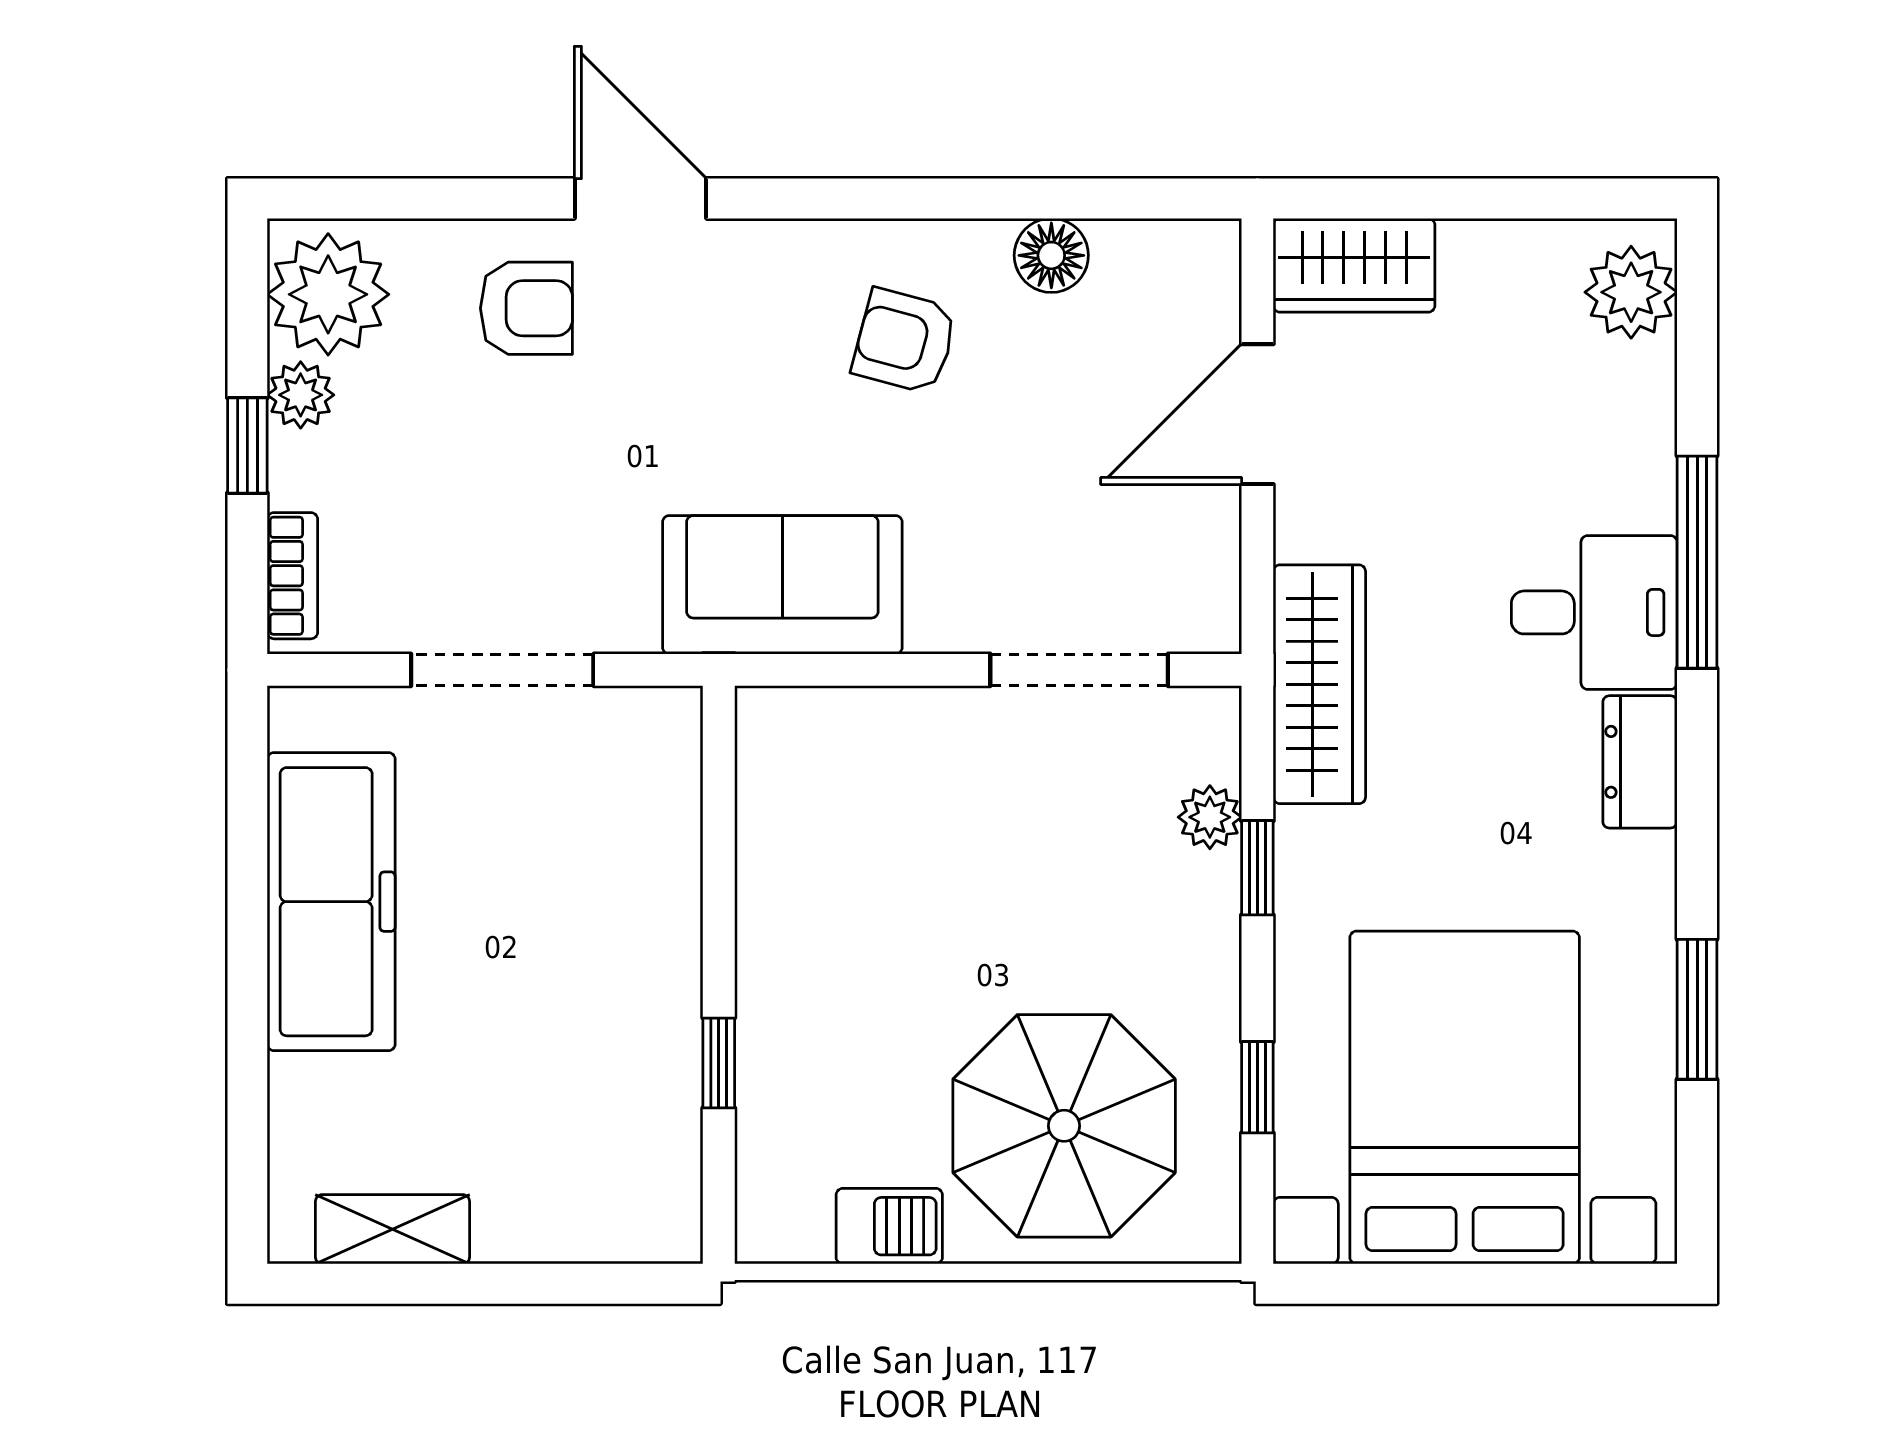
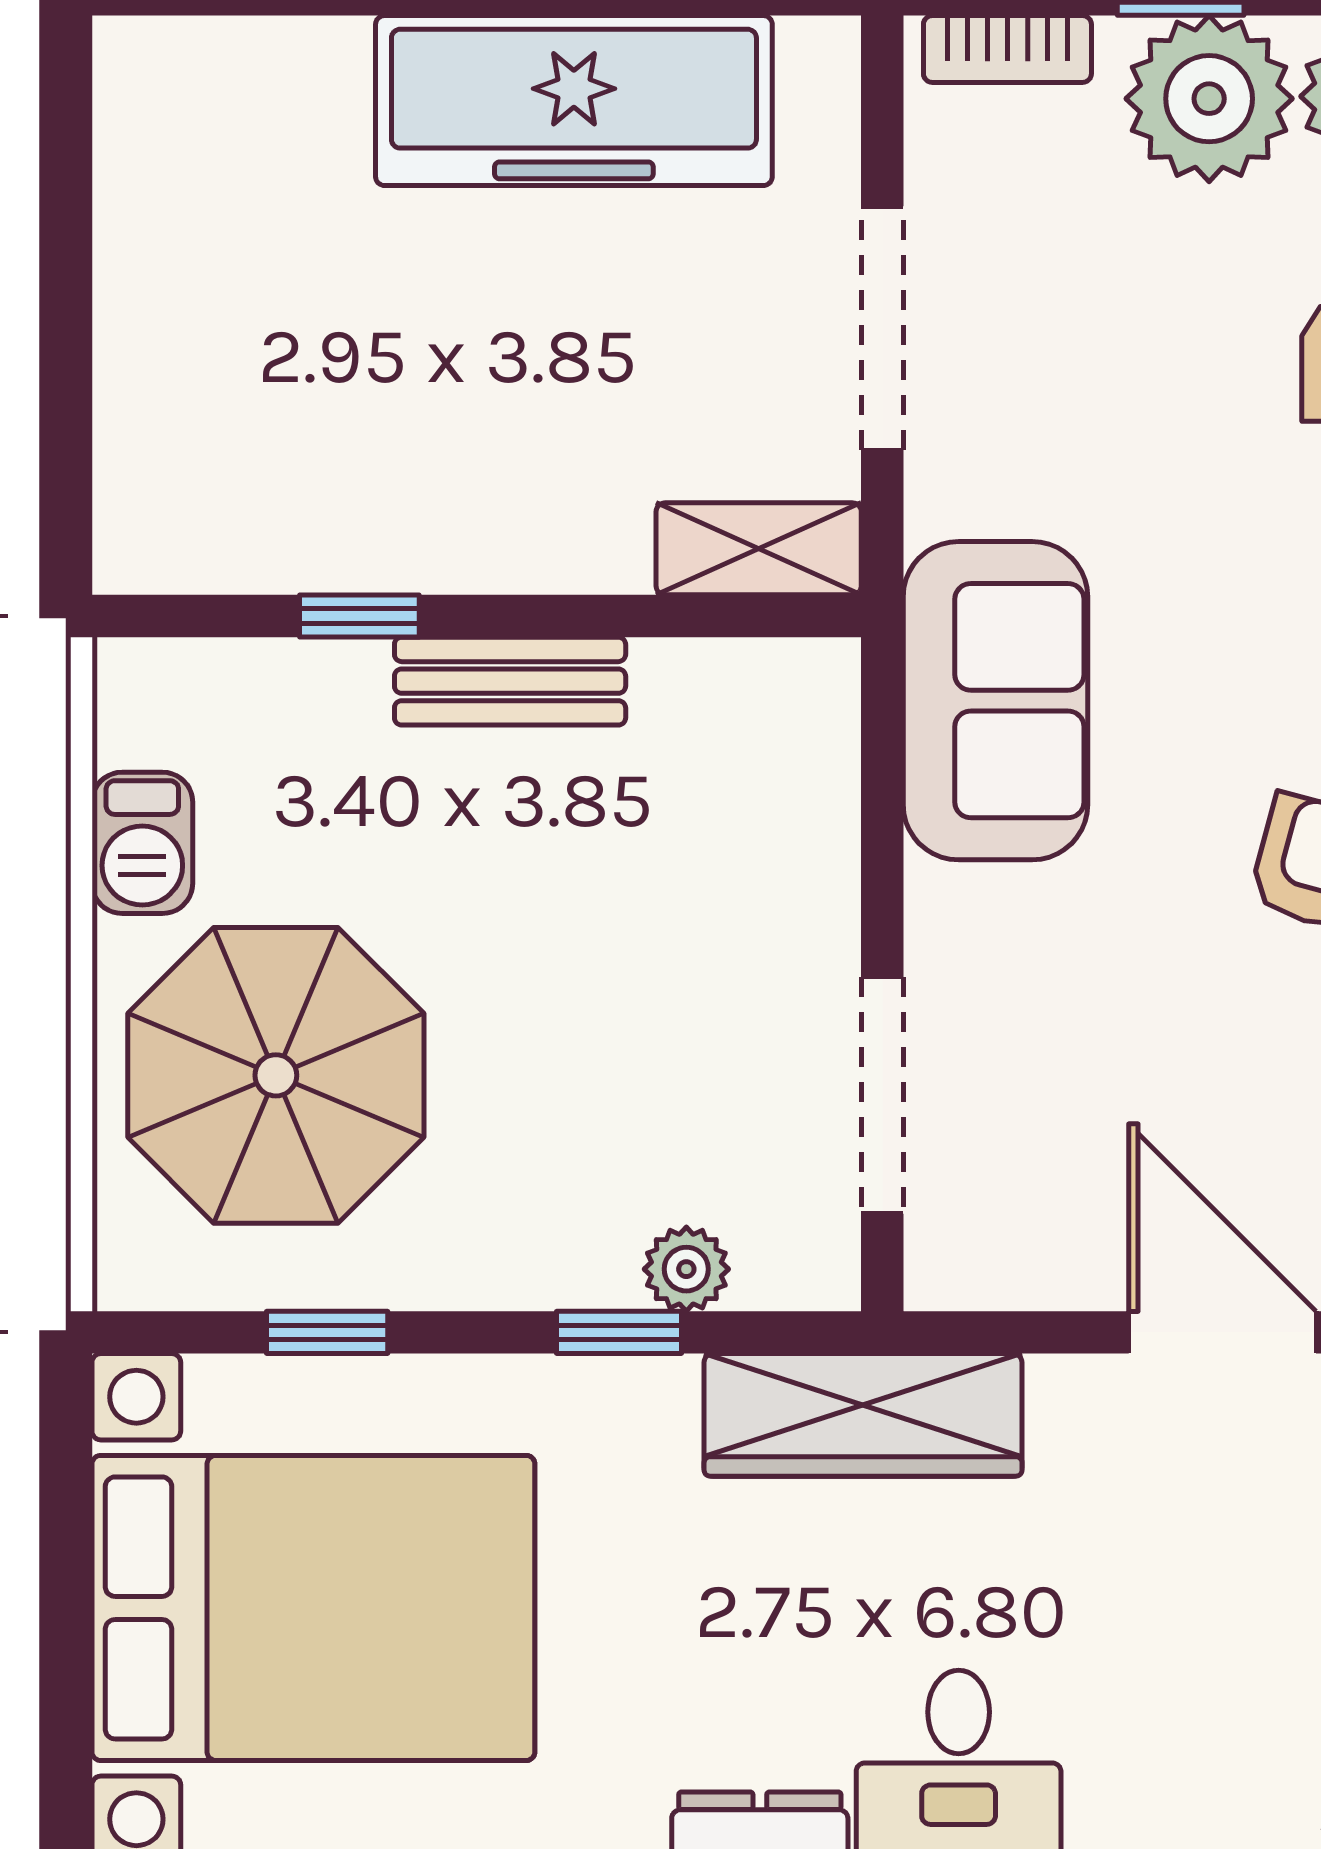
plant: (301, 395) -> (1209, 99), width x1.88, depth x1.88
bench: (768, 950) -> (510, 681), added
shelving: (392, 1229) -> (759, 549), moved, turned 90

